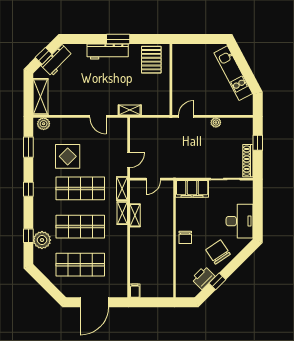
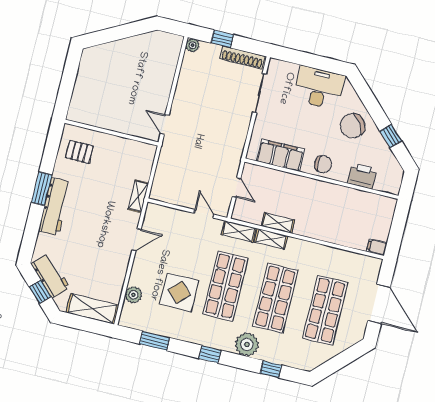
pallet: (151, 60) -> (79, 152), width x0.67, depth x0.71
kitchen unit: (233, 73) -> (123, 49), removed
plant: (216, 122) -> (192, 45), moved
plant: (44, 124) -> (133, 295), moved
filing cabinet: (192, 189) -> (280, 155), moved, turned -90
plant: (42, 240) -> (247, 344), moved
printer: (203, 278) -> (362, 176), moved, turned 135

